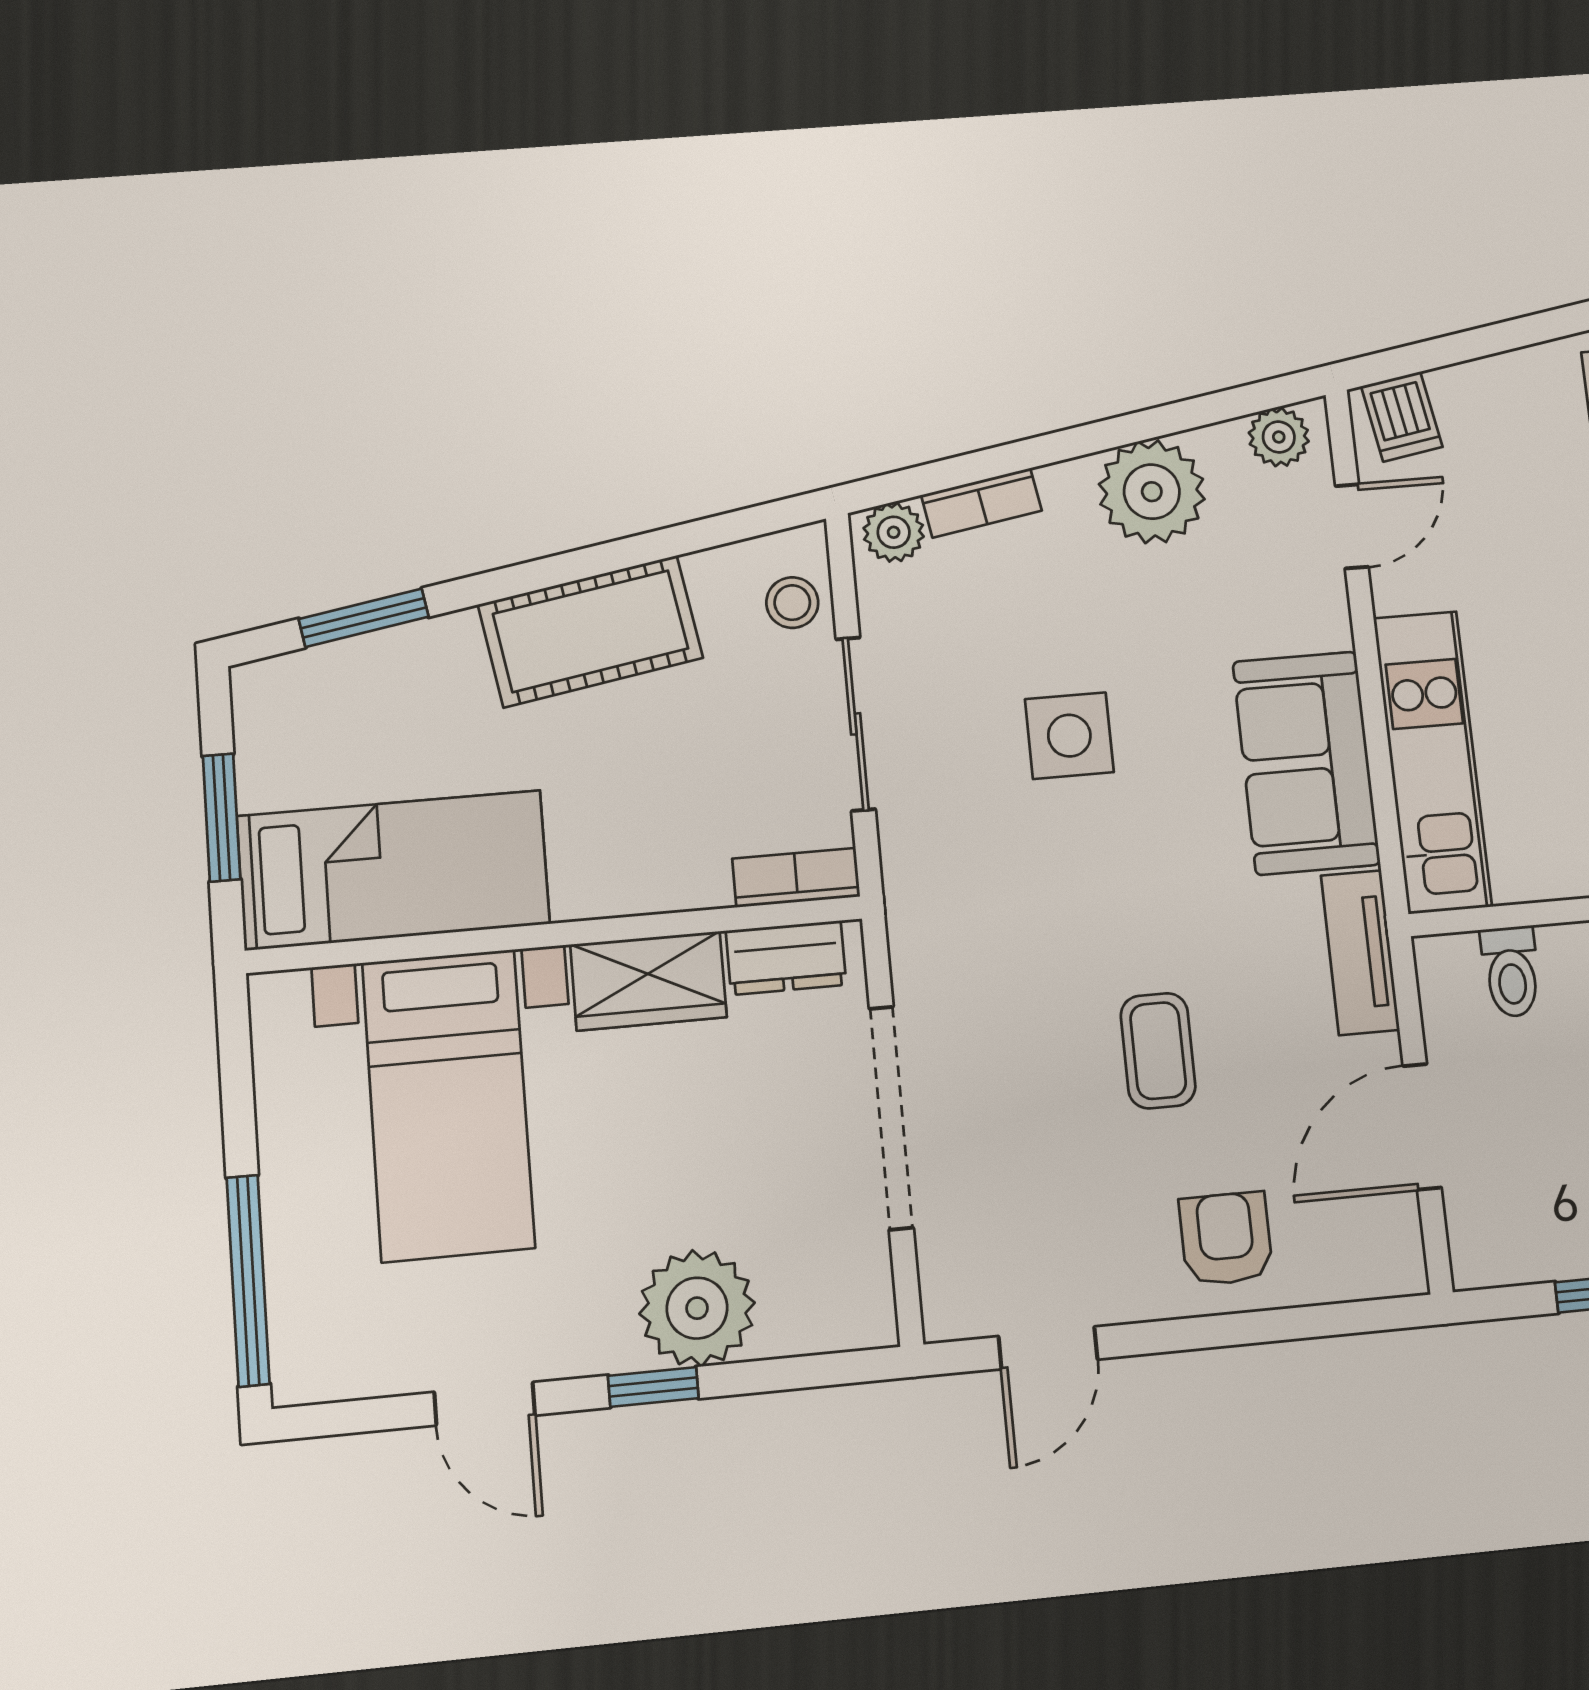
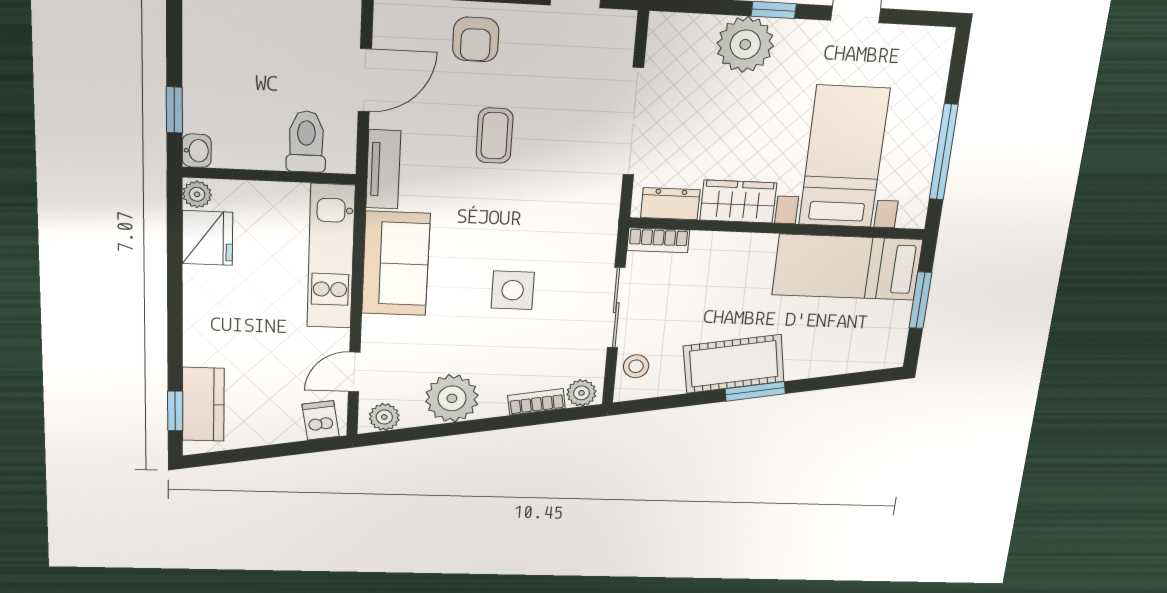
window: (364, 618) -> (755, 391), moved
toilet: (1511, 972) -> (306, 142), width x1.37, depth x1.39
window: (248, 1280) -> (944, 152), moved

